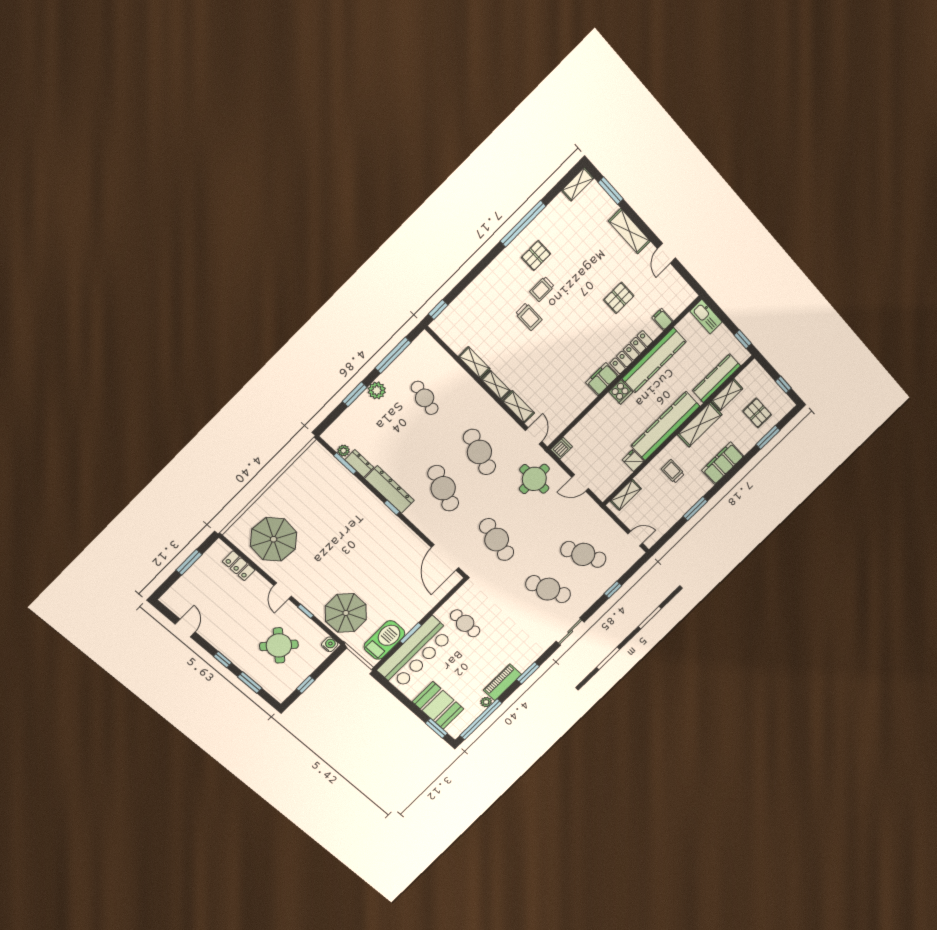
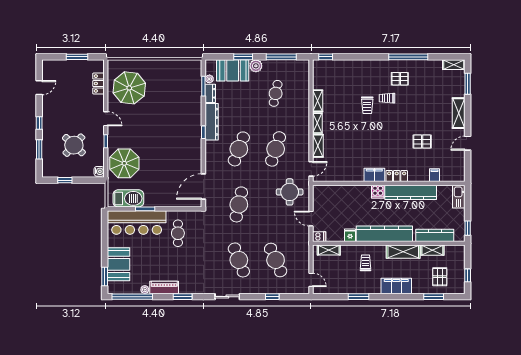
locker: (631, 352) -> (397, 176), width x0.66
booth: (358, 419) -> (233, 70), added
dishwasher: (562, 448) -> (319, 237), moved
door: (283, 591) -> (106, 119), swing flipped

